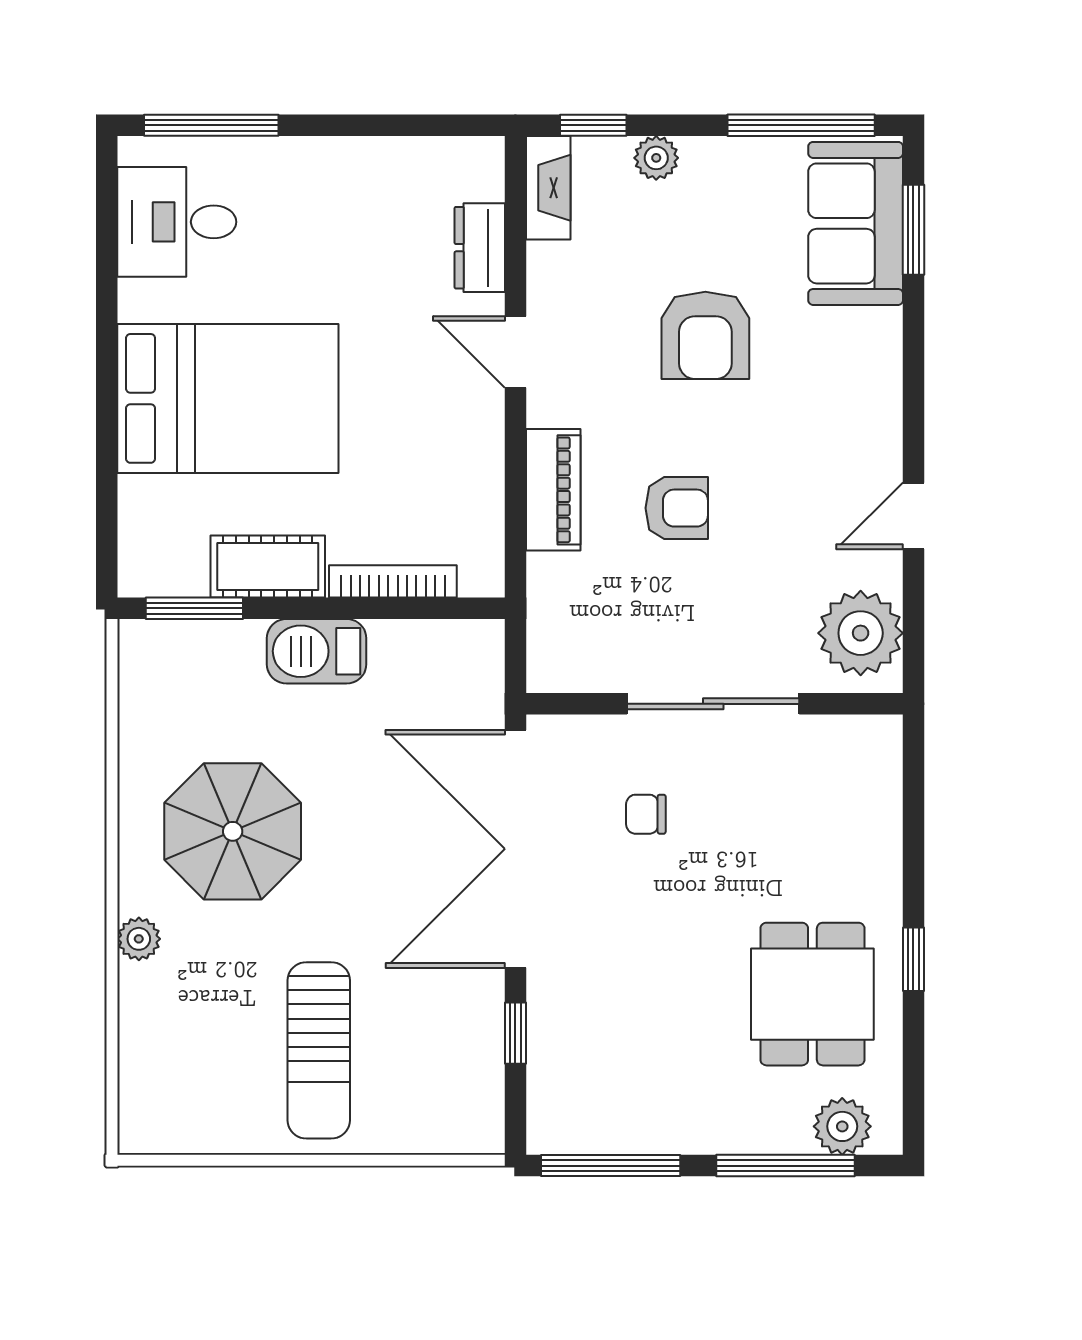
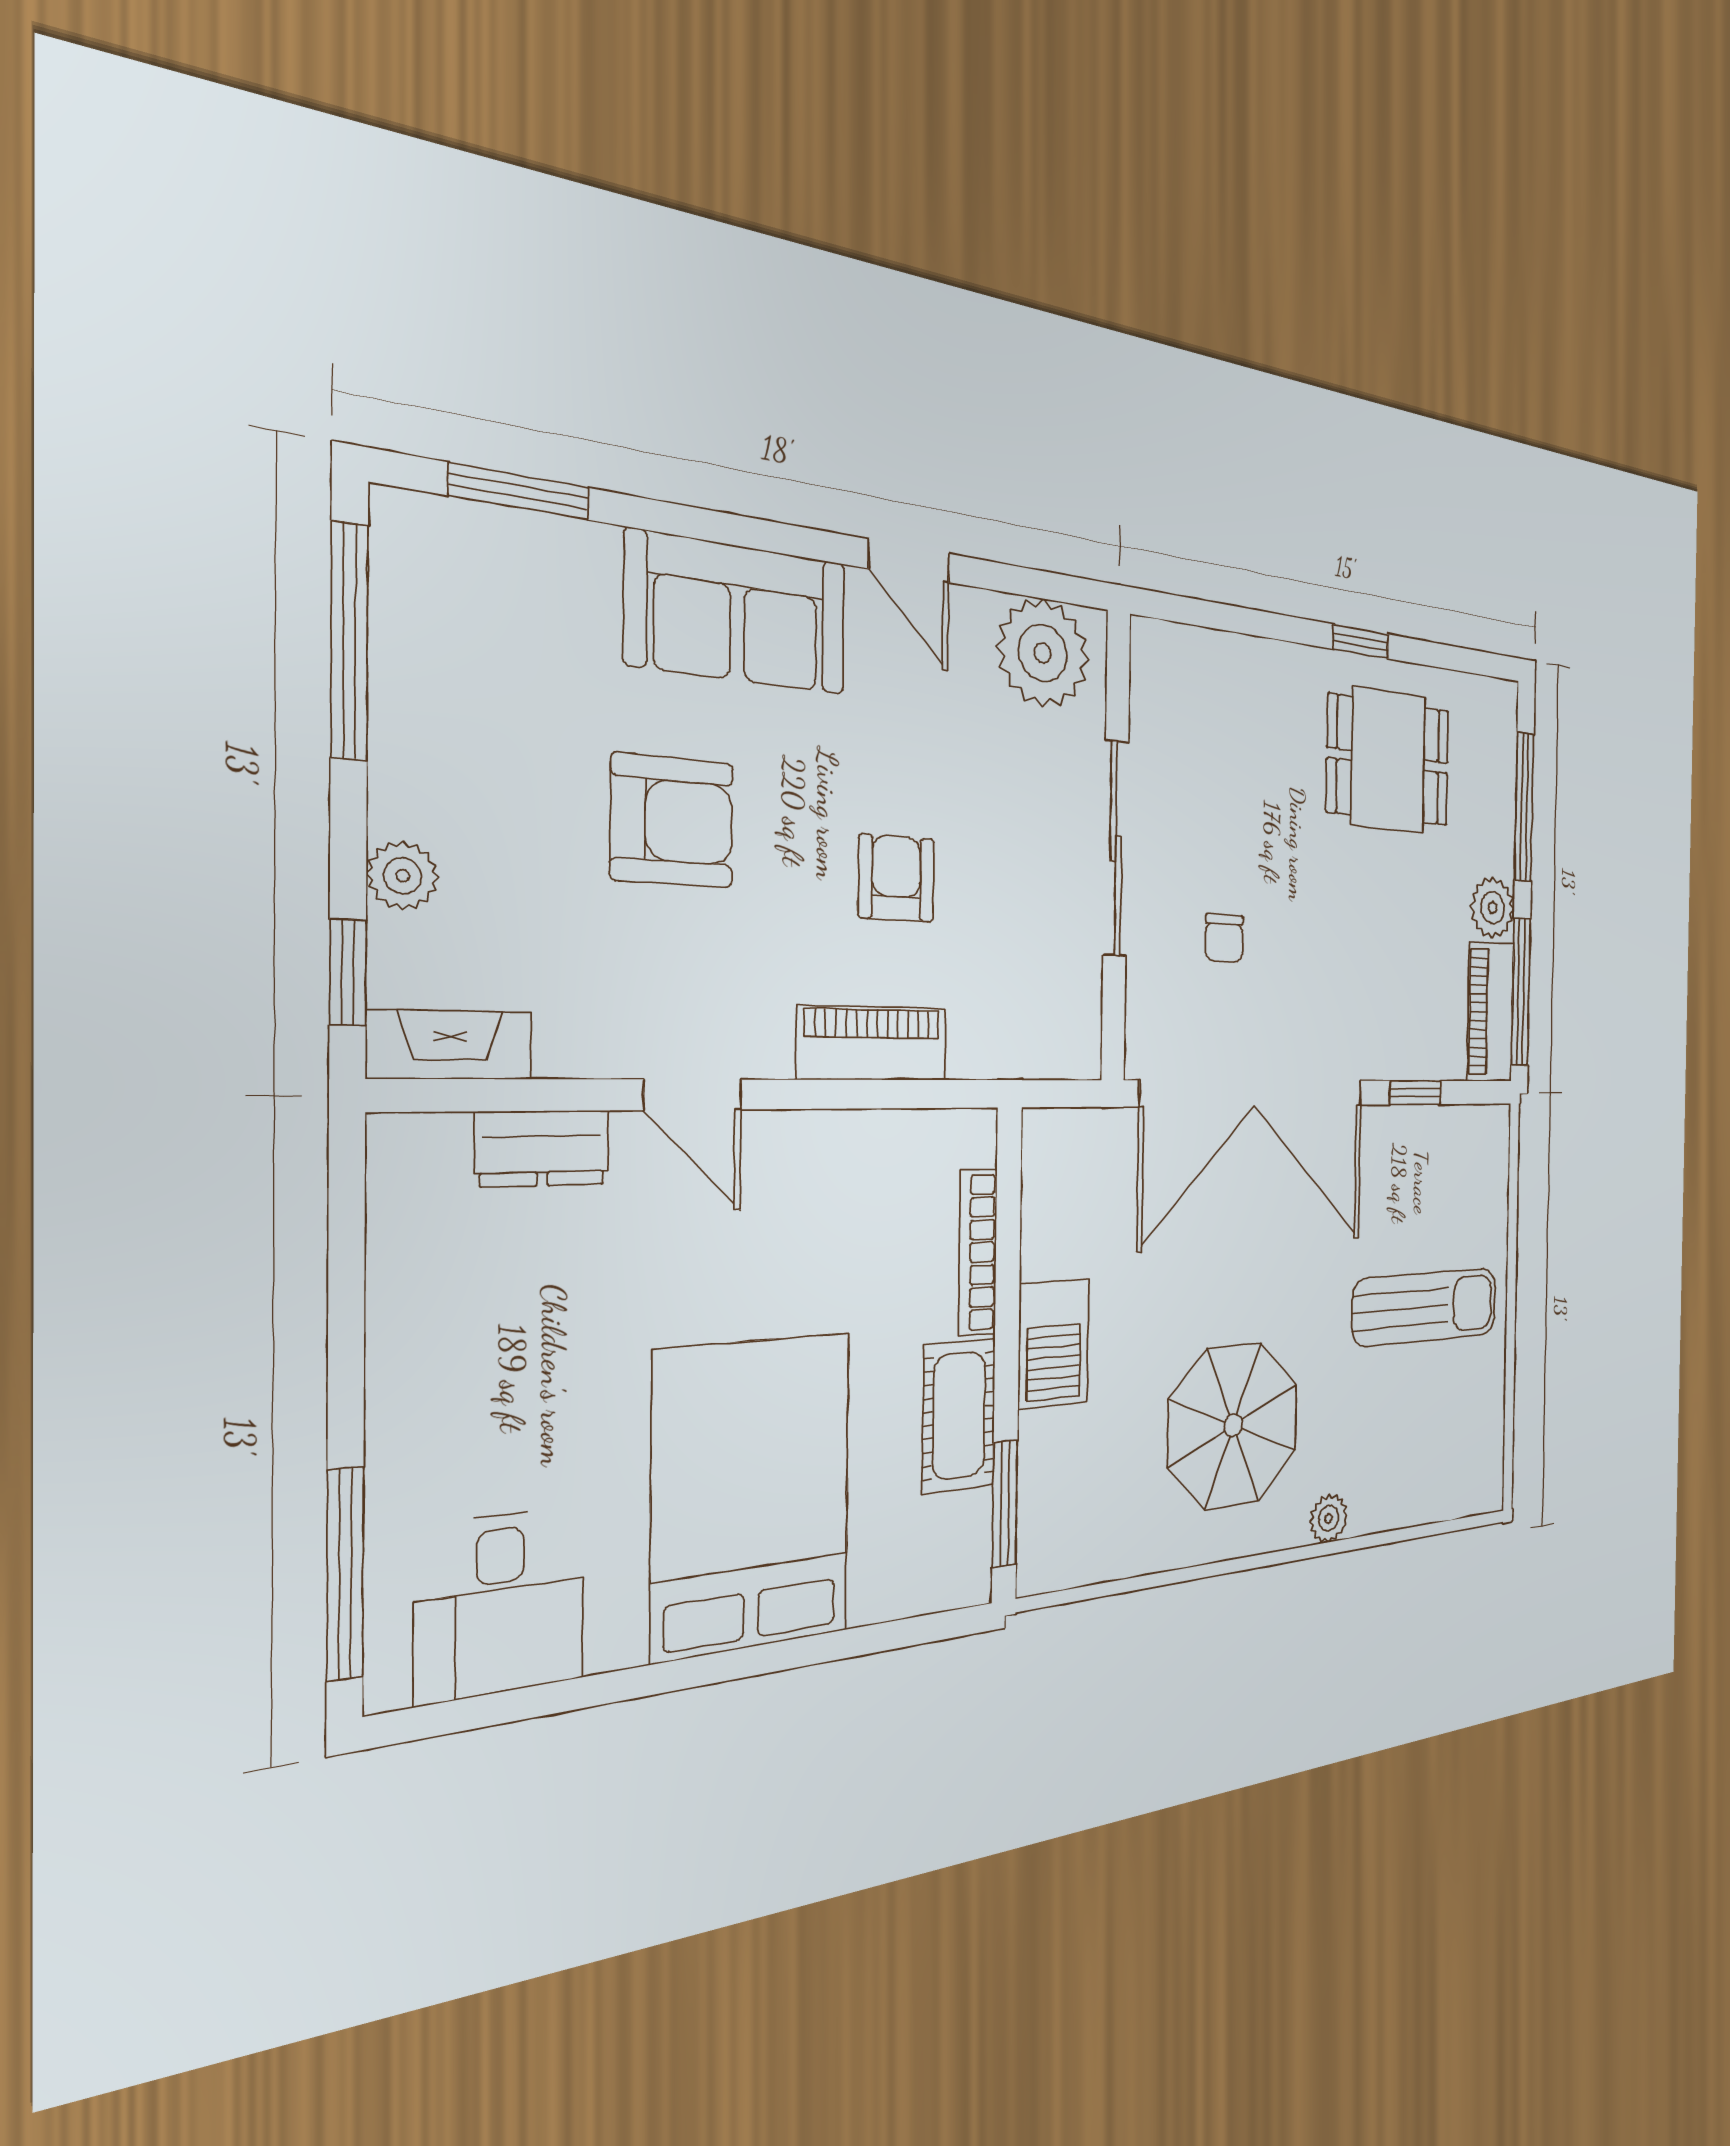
sofa: (856, 223) -> (737, 613), moved
door: (515, 352) -> (693, 1095), hinge flipped
piano: (591, 1126) -> (1490, 1012), added
plant: (842, 1126) -> (1493, 908), moved

